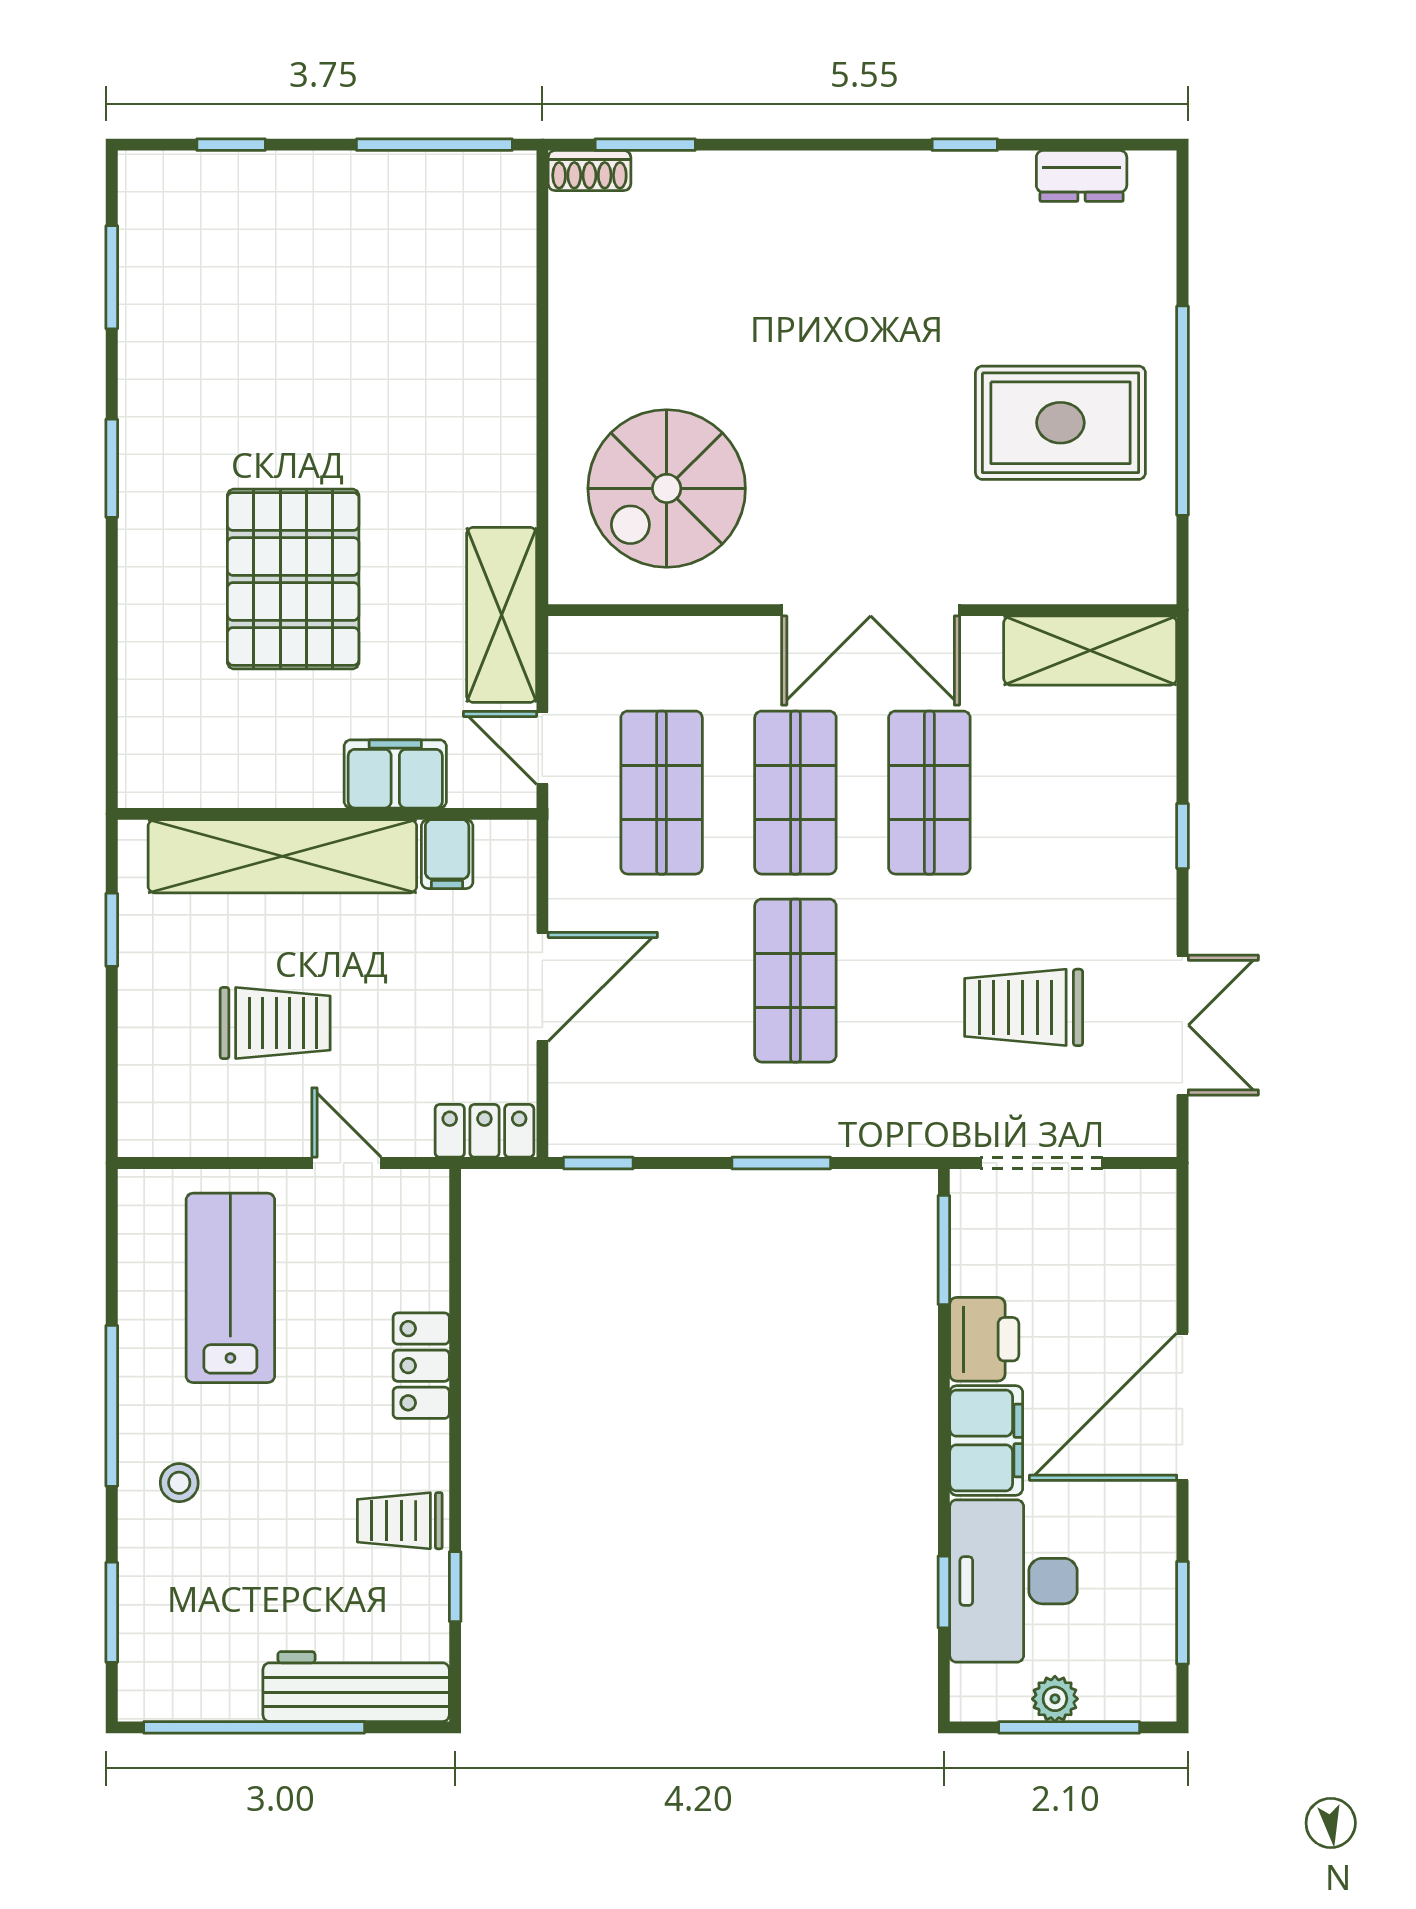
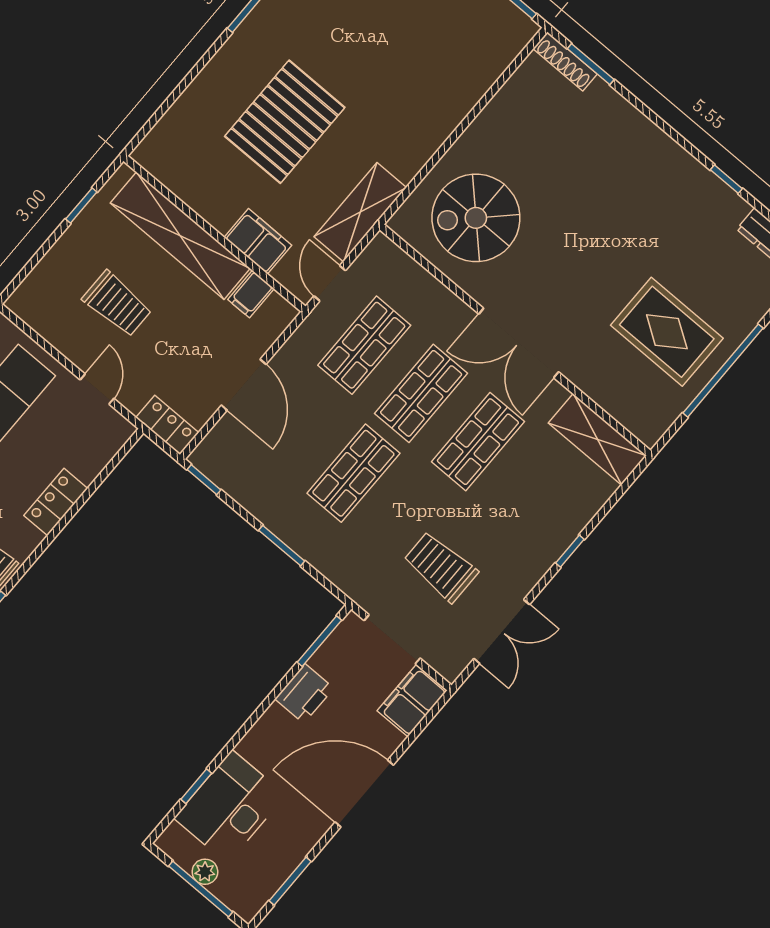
shoe rack: (589, 171) -> (565, 61), width x1.43
door: (542, 987) -> (244, 385), hinge flipped
filing cabinet: (986, 1440) -> (412, 701), moved, turned 180

